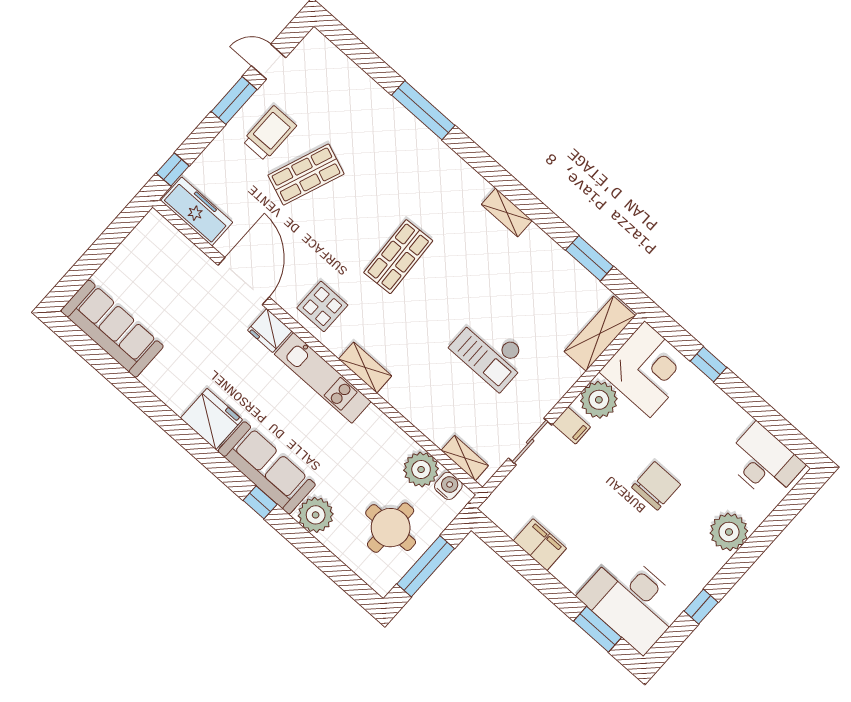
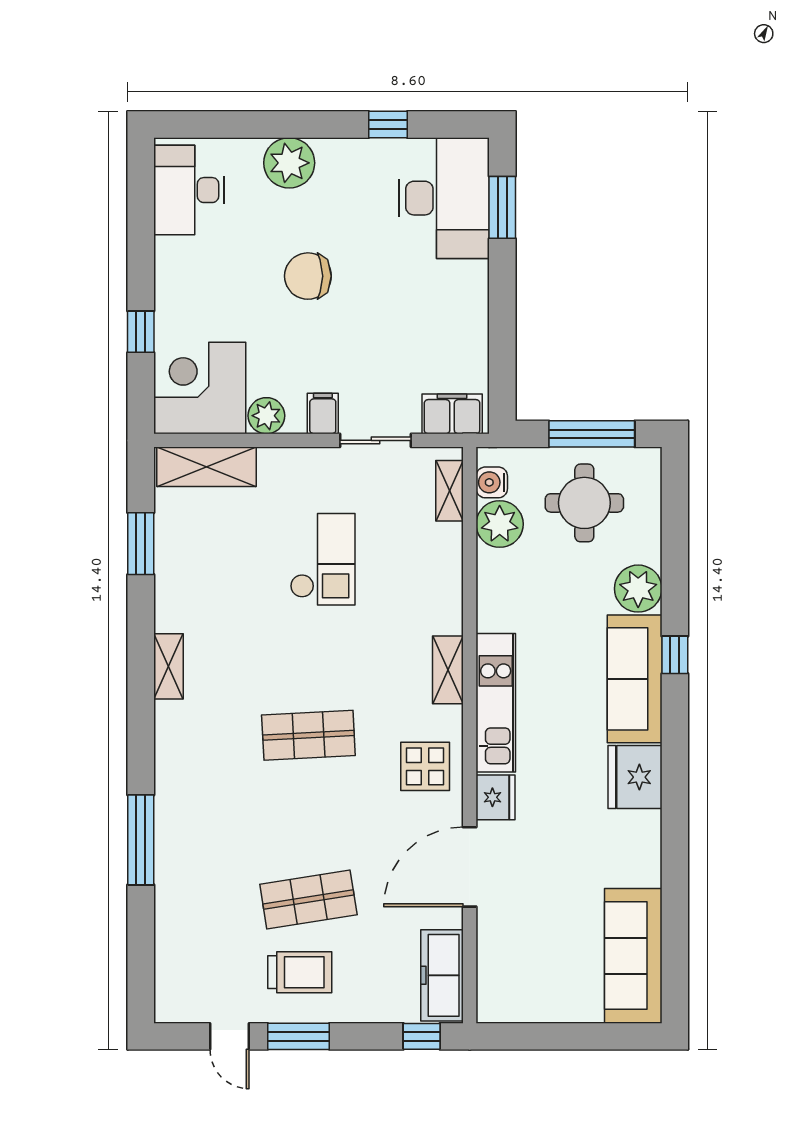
trolley: (270, 133) -> (300, 972), turned 180
shop shelf: (306, 175) -> (308, 899), turned -30
plant: (599, 400) -> (266, 416), width x0.73, depth x0.73
filing cabinet: (540, 545) -> (452, 414), moved, turned 90

